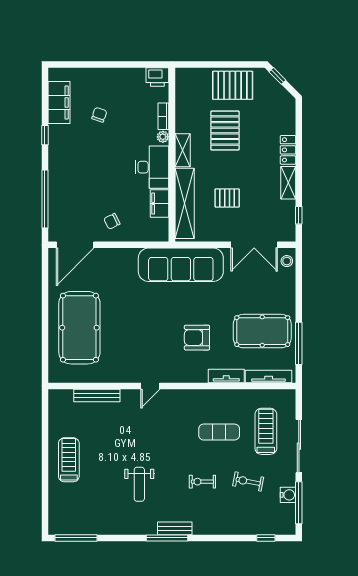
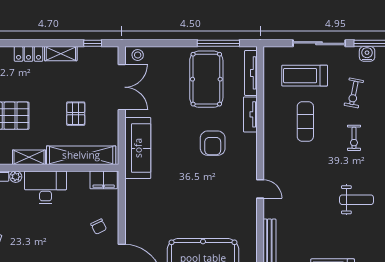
filing cabinet: (160, 203) -> (104, 180), moved
sofa: (181, 265) -> (138, 148), width x0.74, depth x0.79

